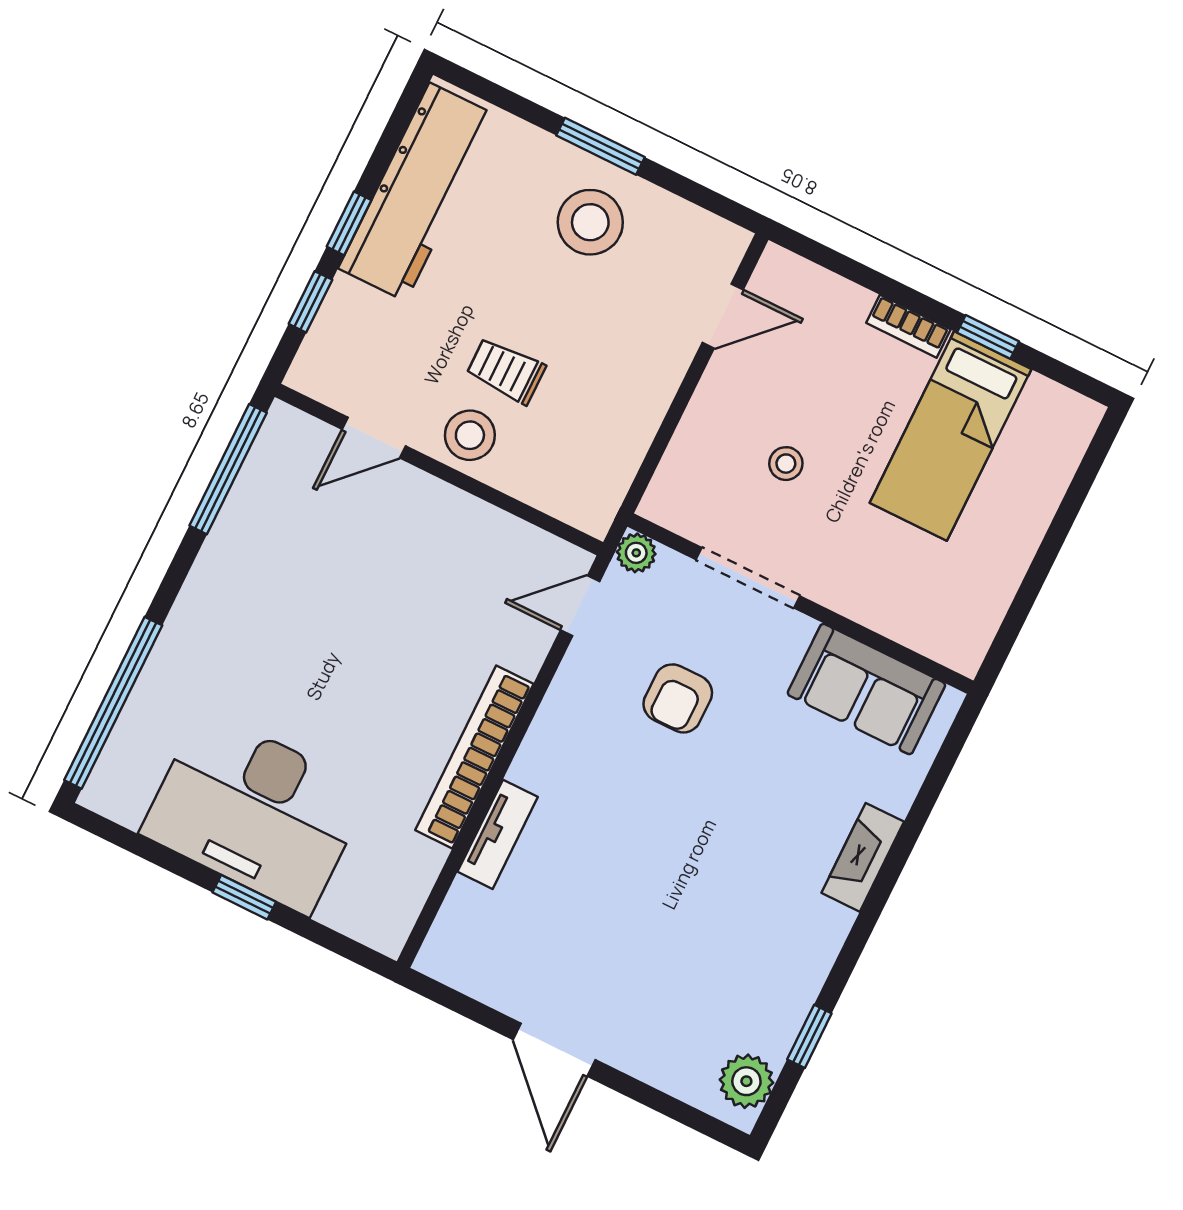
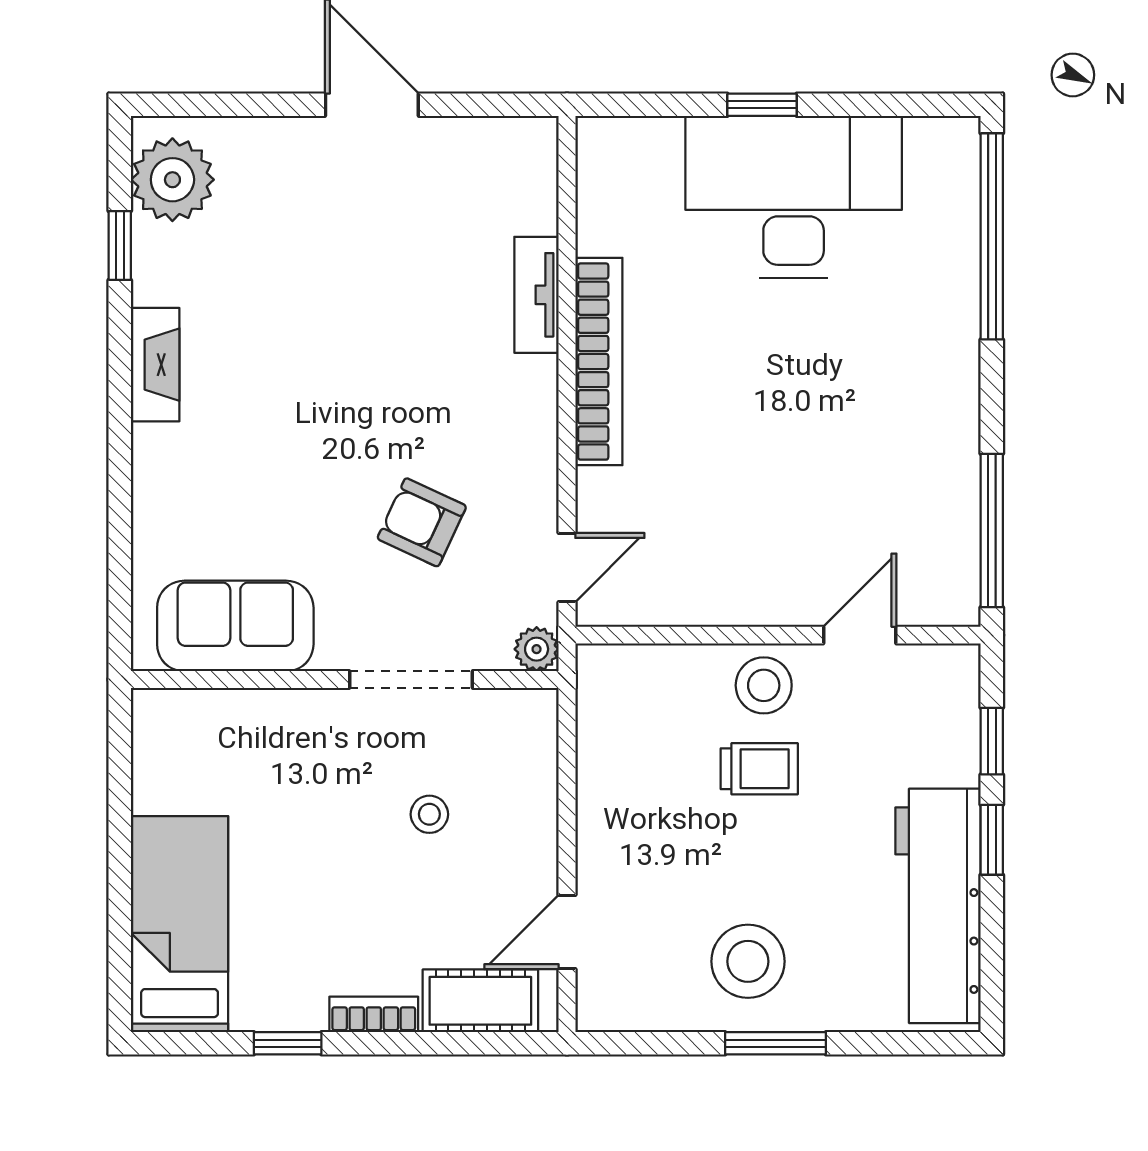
cot: (818, 295) -> (480, 1001), added
bed: (951, 436) -> (180, 924), moved
armchair: (678, 698) -> (422, 522), turned -65
fireplace: (863, 857) -> (155, 365), moved
plant: (746, 1081) -> (172, 180), width x1.36, depth x1.36

